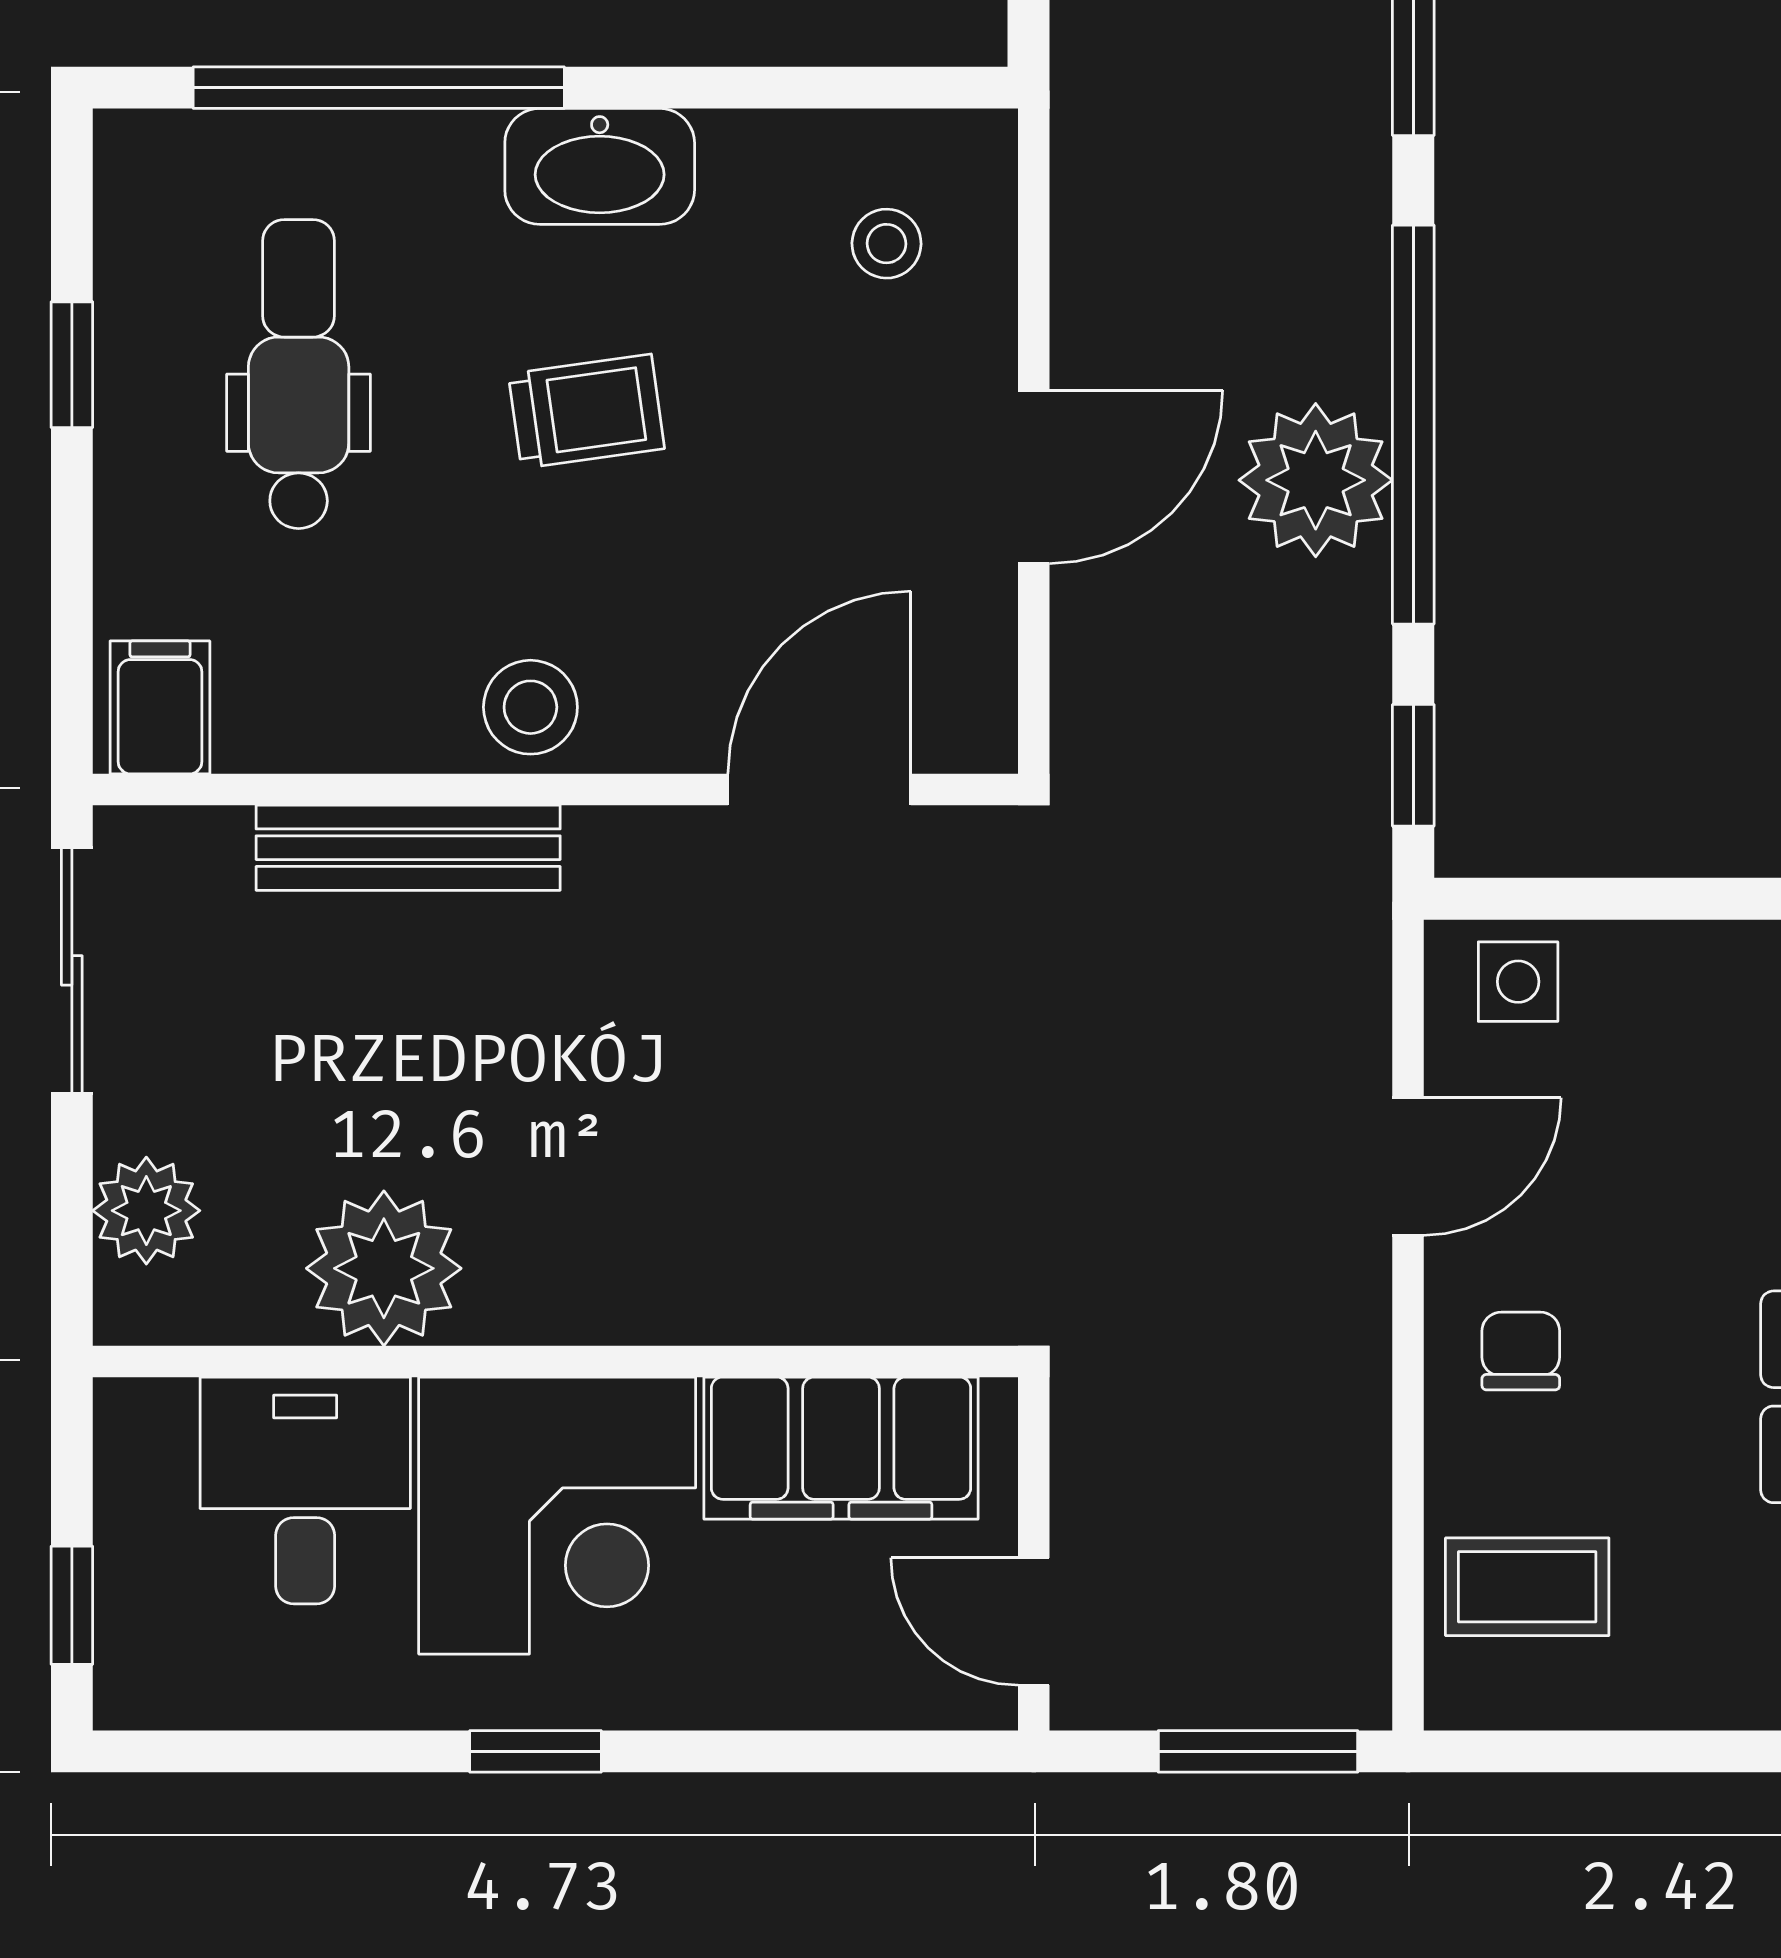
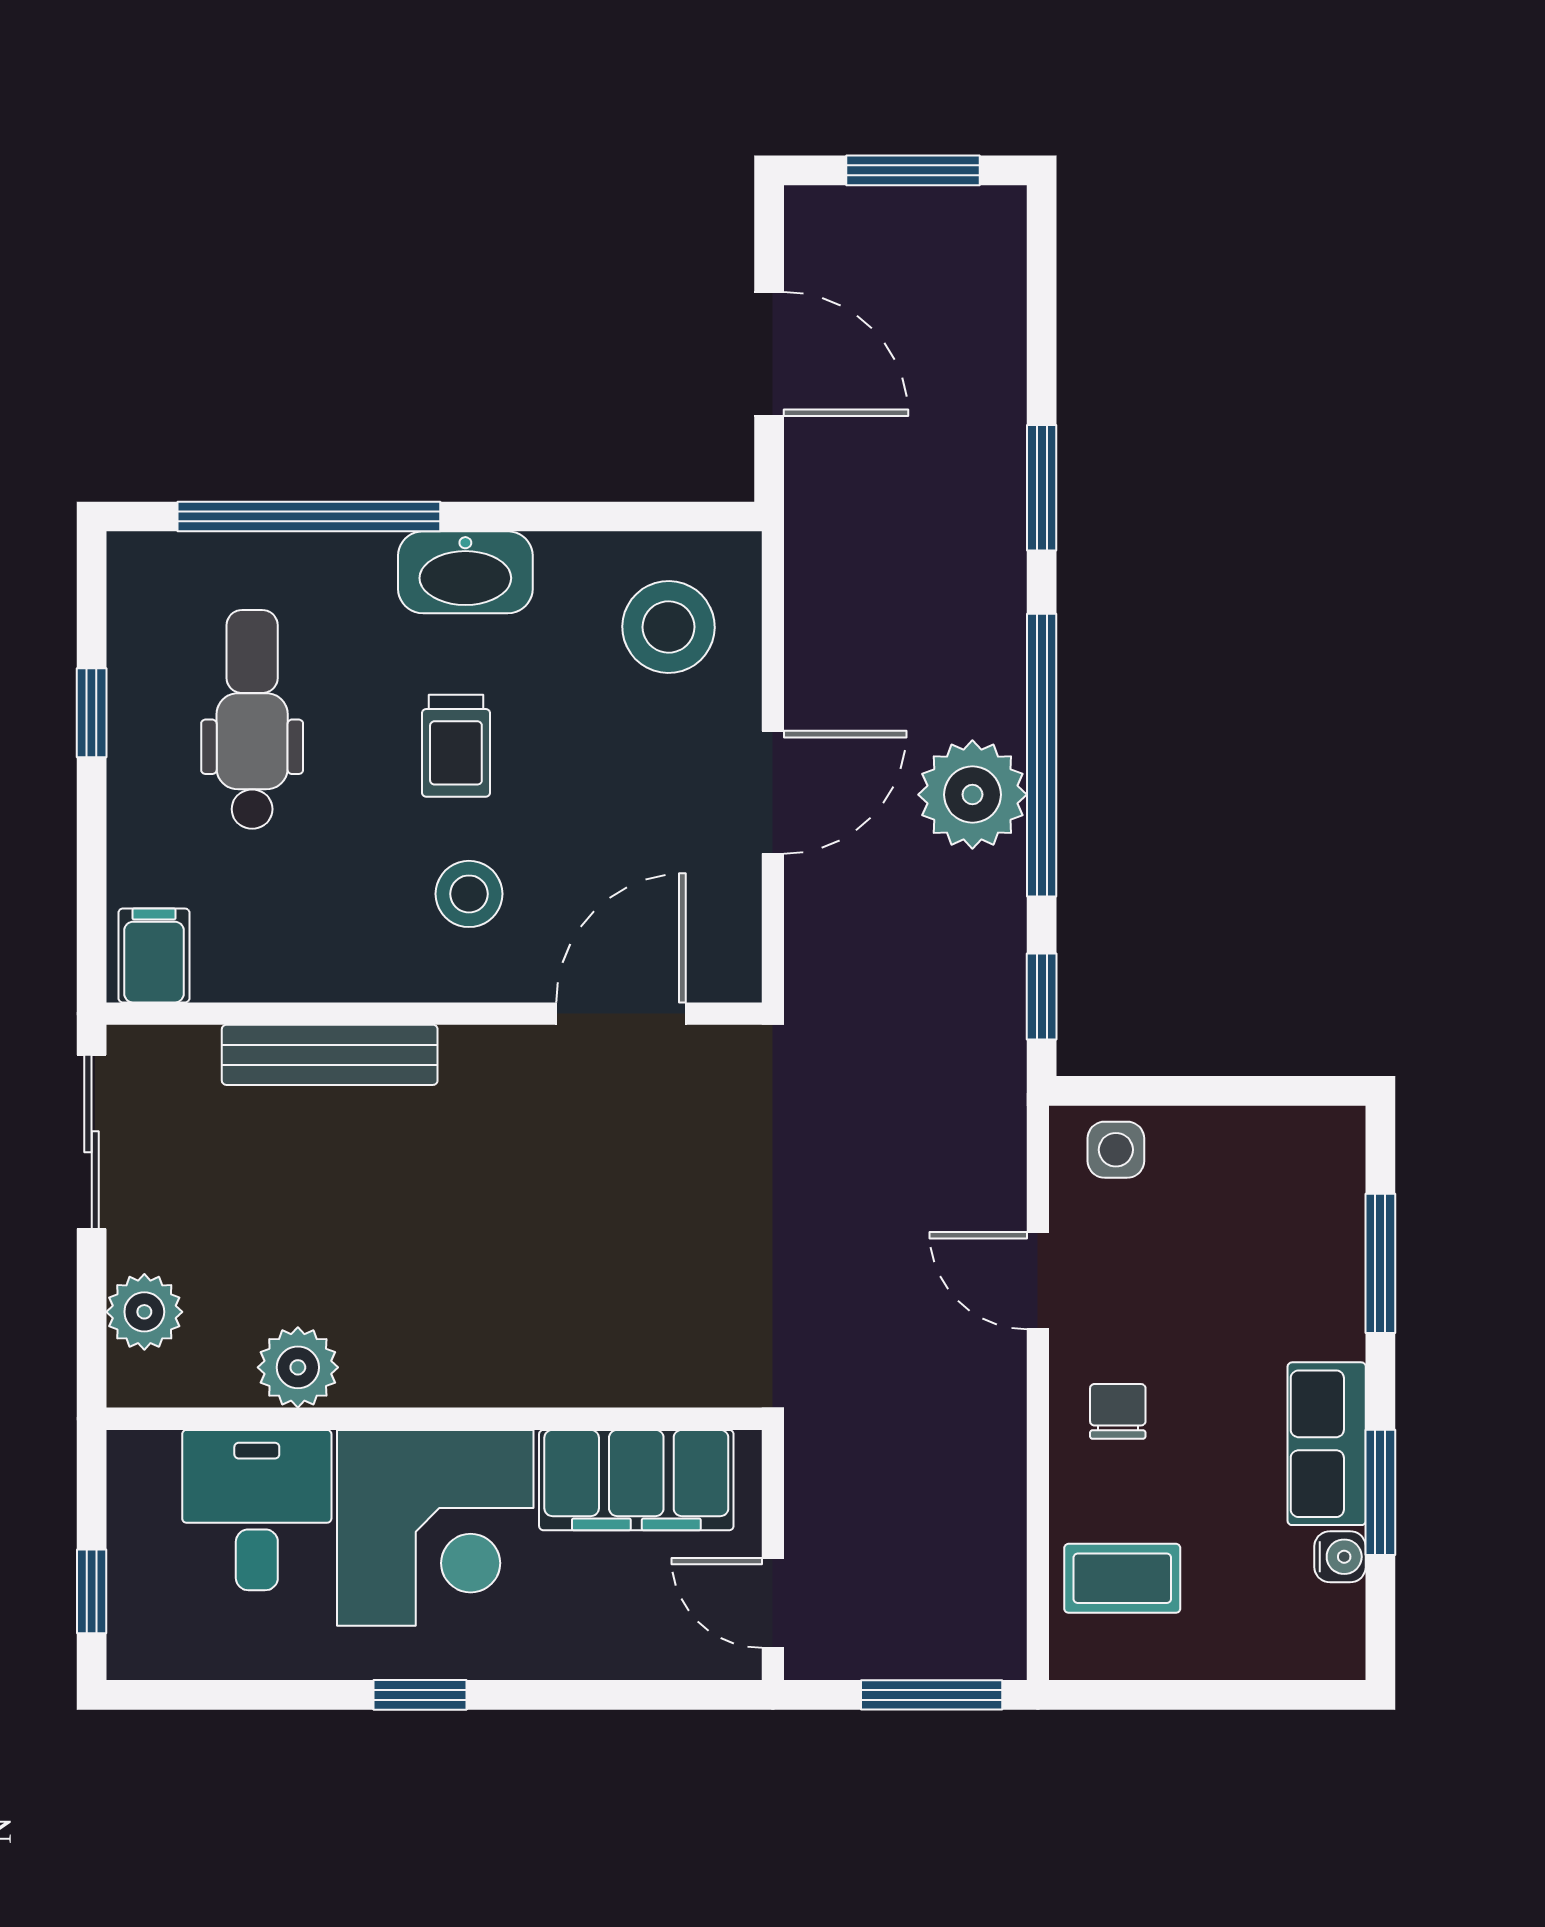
stool: (887, 244) -> (669, 627), width x1.89, depth x1.89
trolley: (586, 411) -> (456, 746), turned 98
stool: (530, 707) -> (469, 894), moved
door: (1408, 1167) -> (1038, 1281), swing flipped
plant: (384, 1268) -> (298, 1367), width x0.73, depth x0.73

